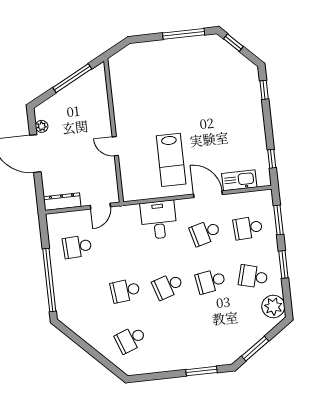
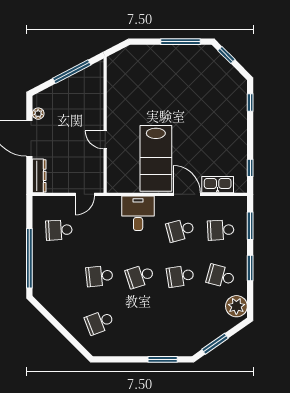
lab bench: (171, 160) -> (156, 158), width x1.36, depth x1.39
dresser: (62, 202) -> (39, 176), moved, turned 90

